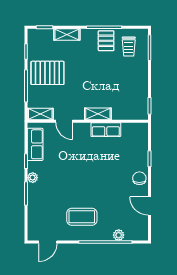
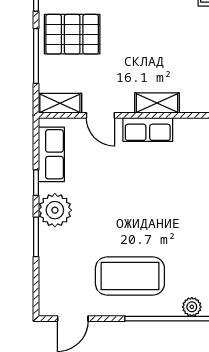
row of seats: (106, 130) -> (148, 129), moved
plant: (33, 178) -> (55, 210), width x1.88, depth x1.88
coffee table: (82, 217) -> (130, 276), width x1.36, depth x1.32

